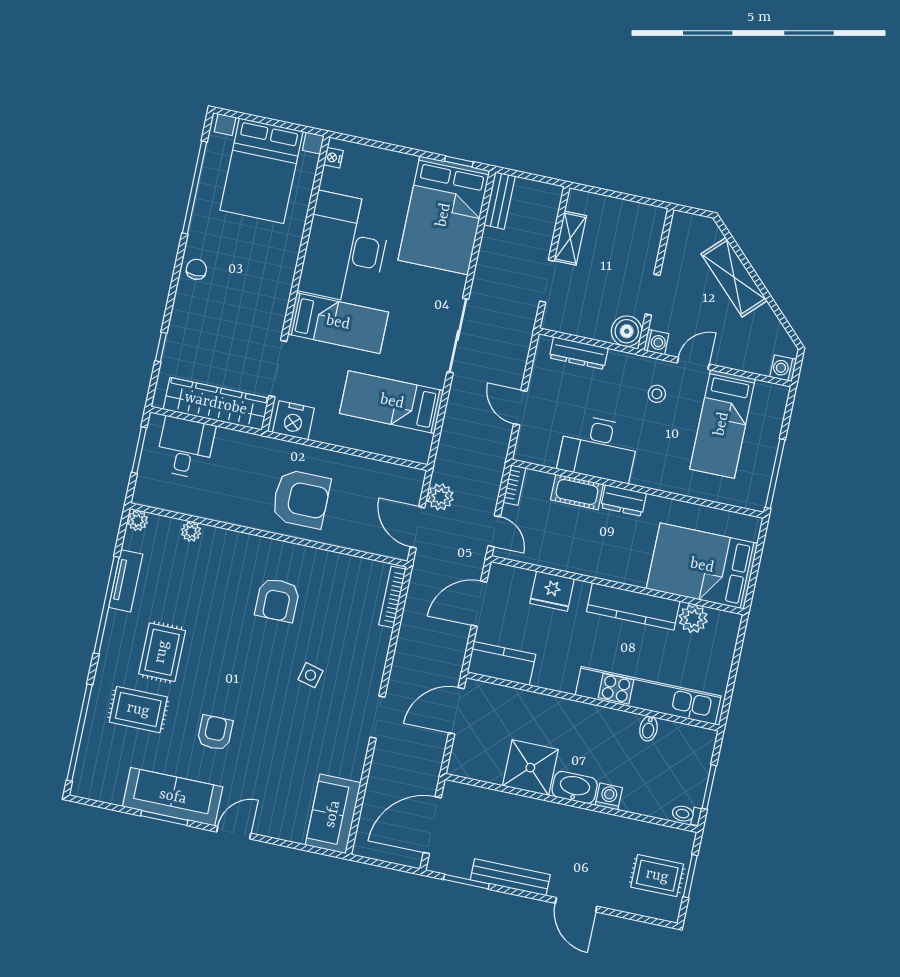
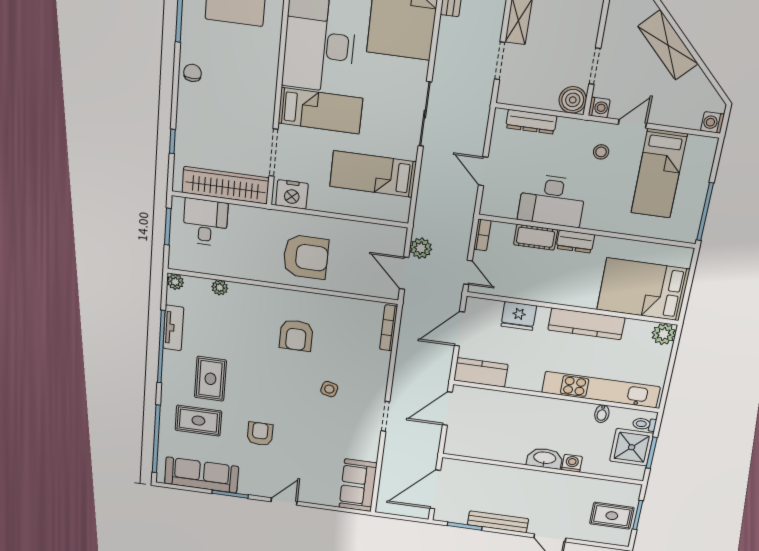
plant: (693, 619) -> (664, 334), moved
shower: (530, 768) -> (632, 447), moved
sofa: (173, 797) -> (202, 475), moved
toilet: (686, 814) -> (644, 424), moved

